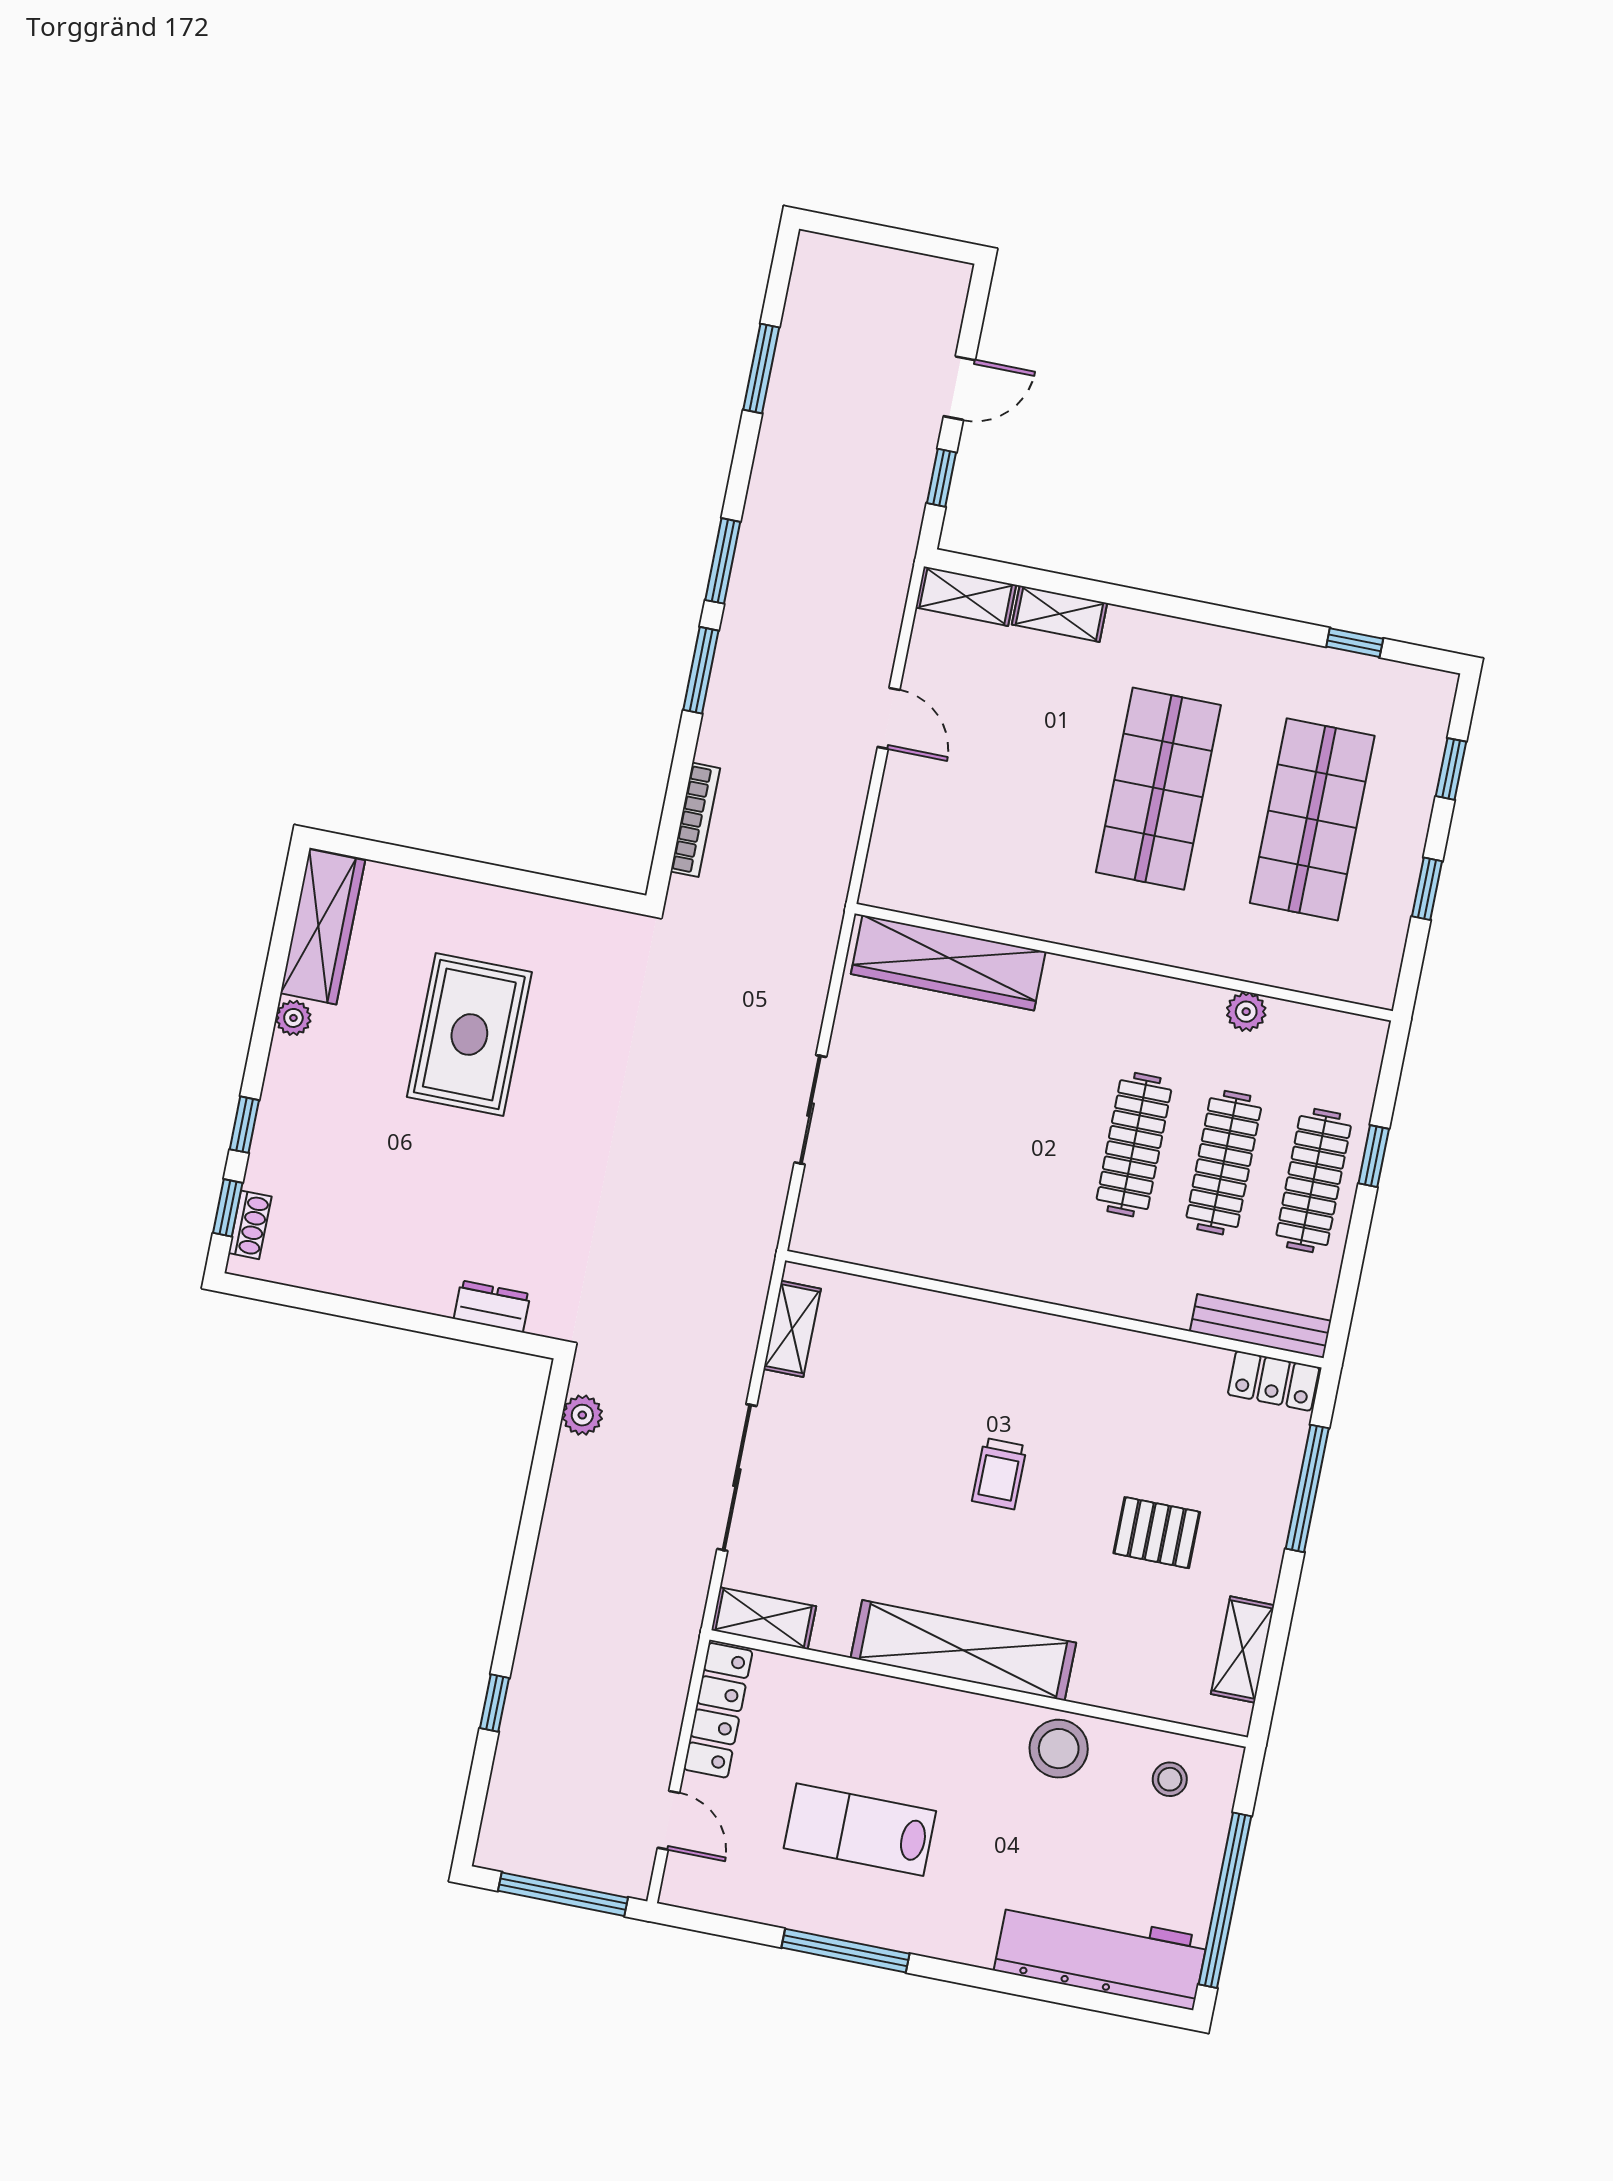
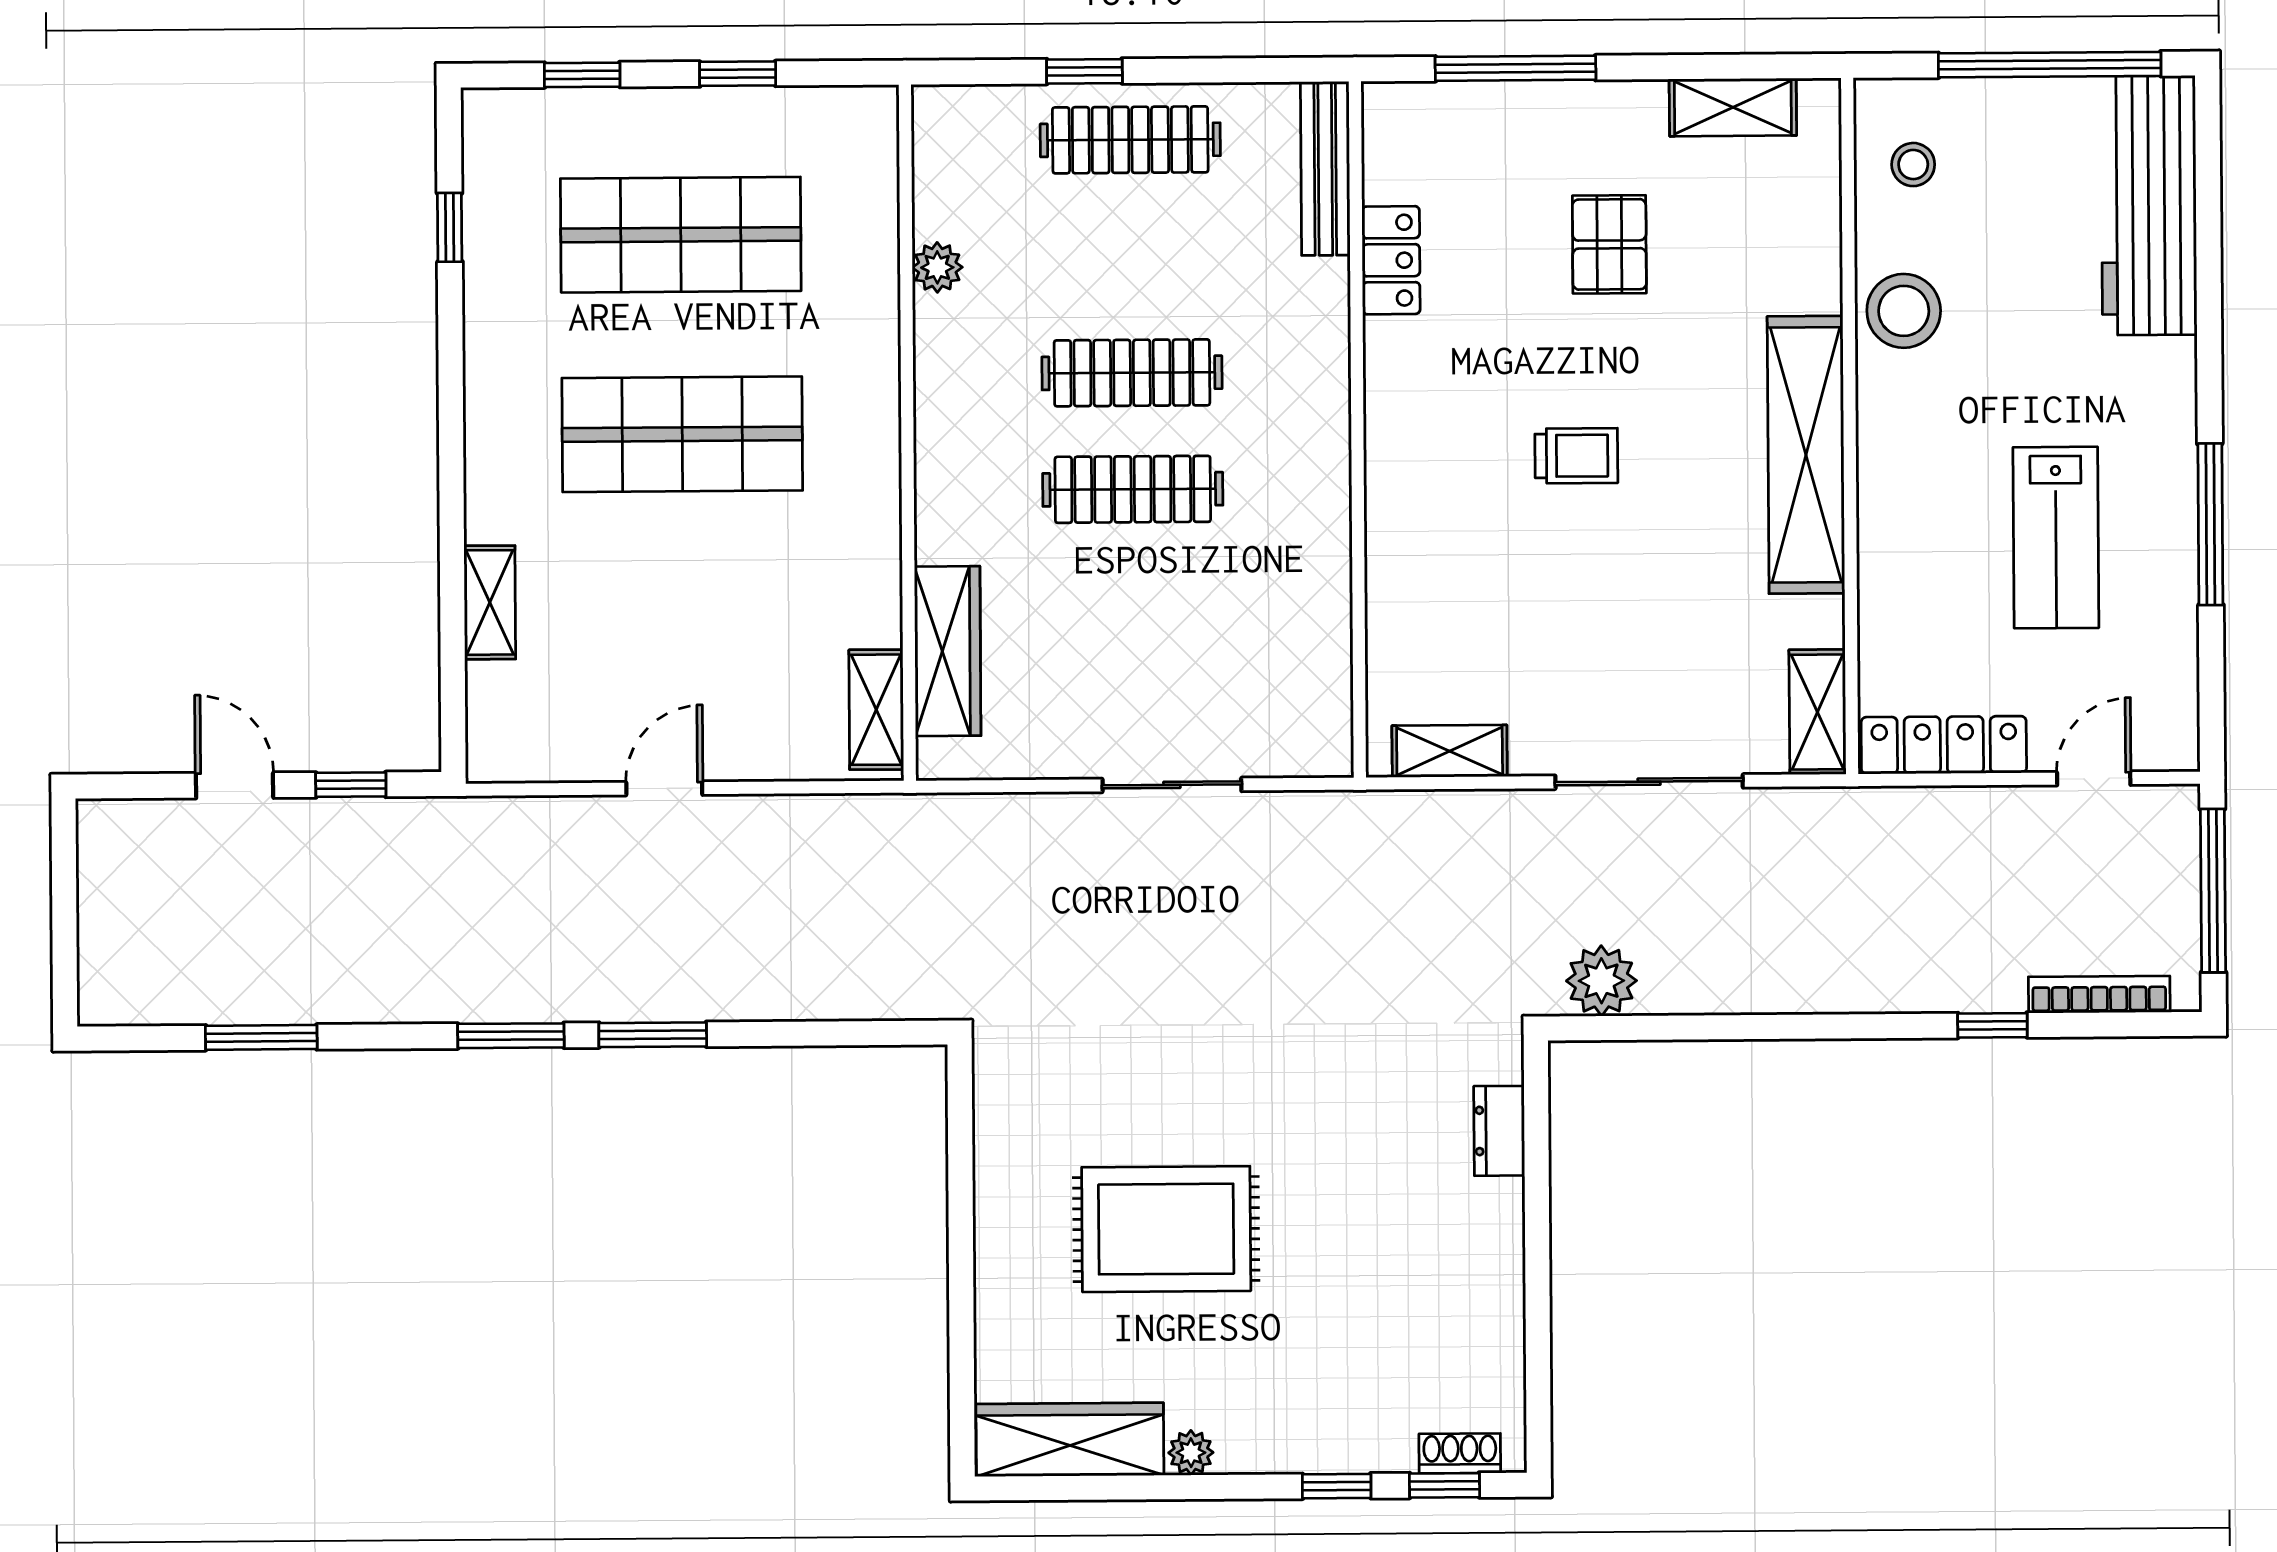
shelving: (966, 596) -> (876, 710), moved
bookcase: (695, 820) -> (2099, 994), moved
wardrobe: (948, 963) -> (948, 651), width x0.71, depth x0.85
clothes rail: (1224, 1163) -> (1133, 489), moved
locker: (1274, 1381) -> (1391, 260), moved
plant: (582, 1415) -> (1601, 981), width x1.38, depth x1.38

